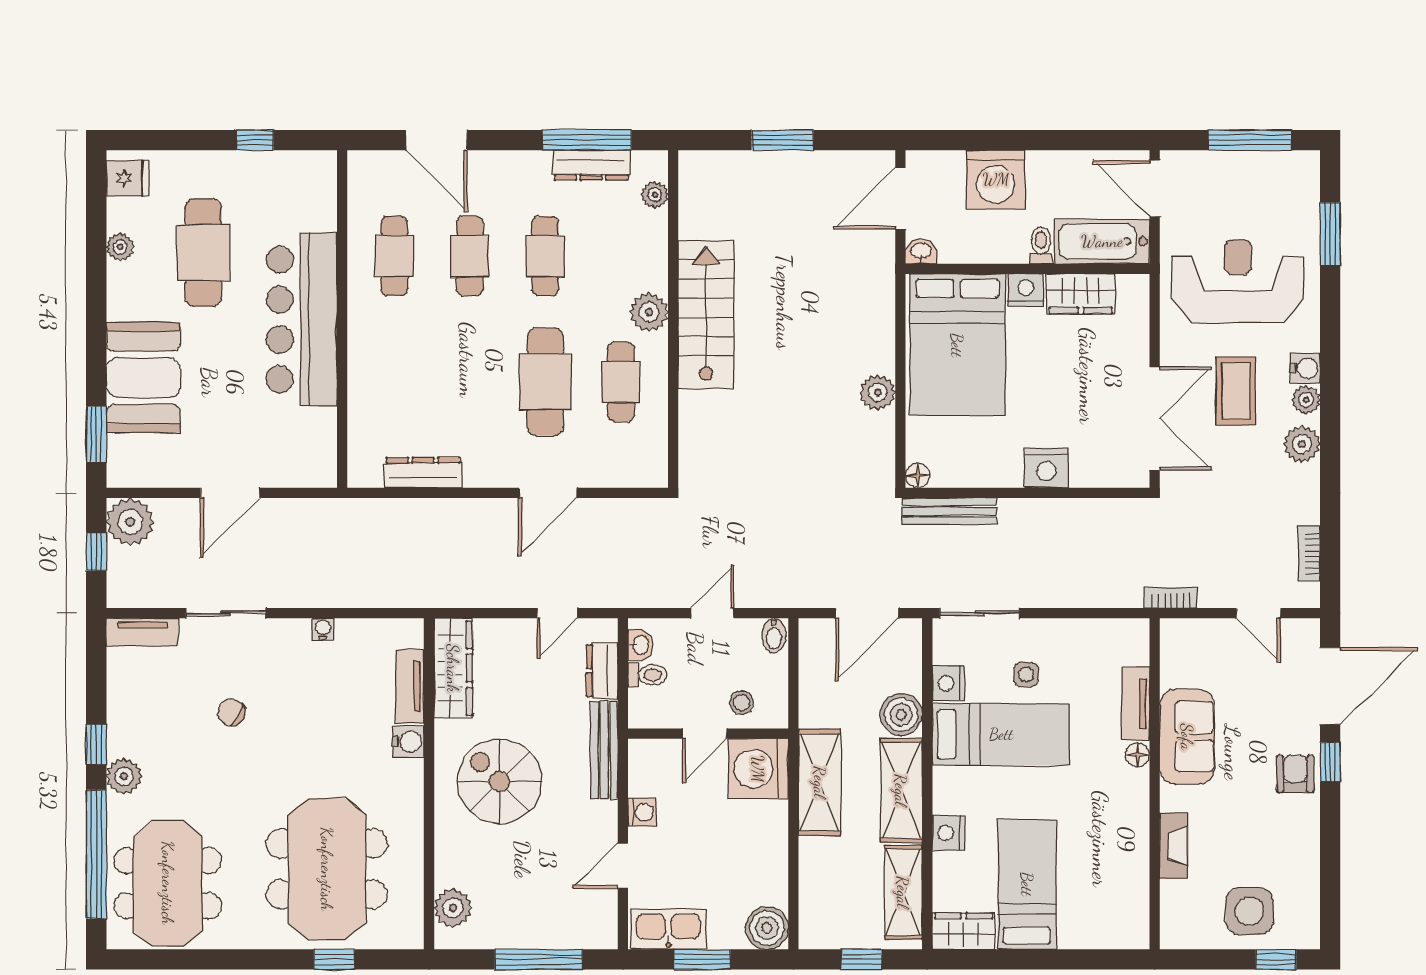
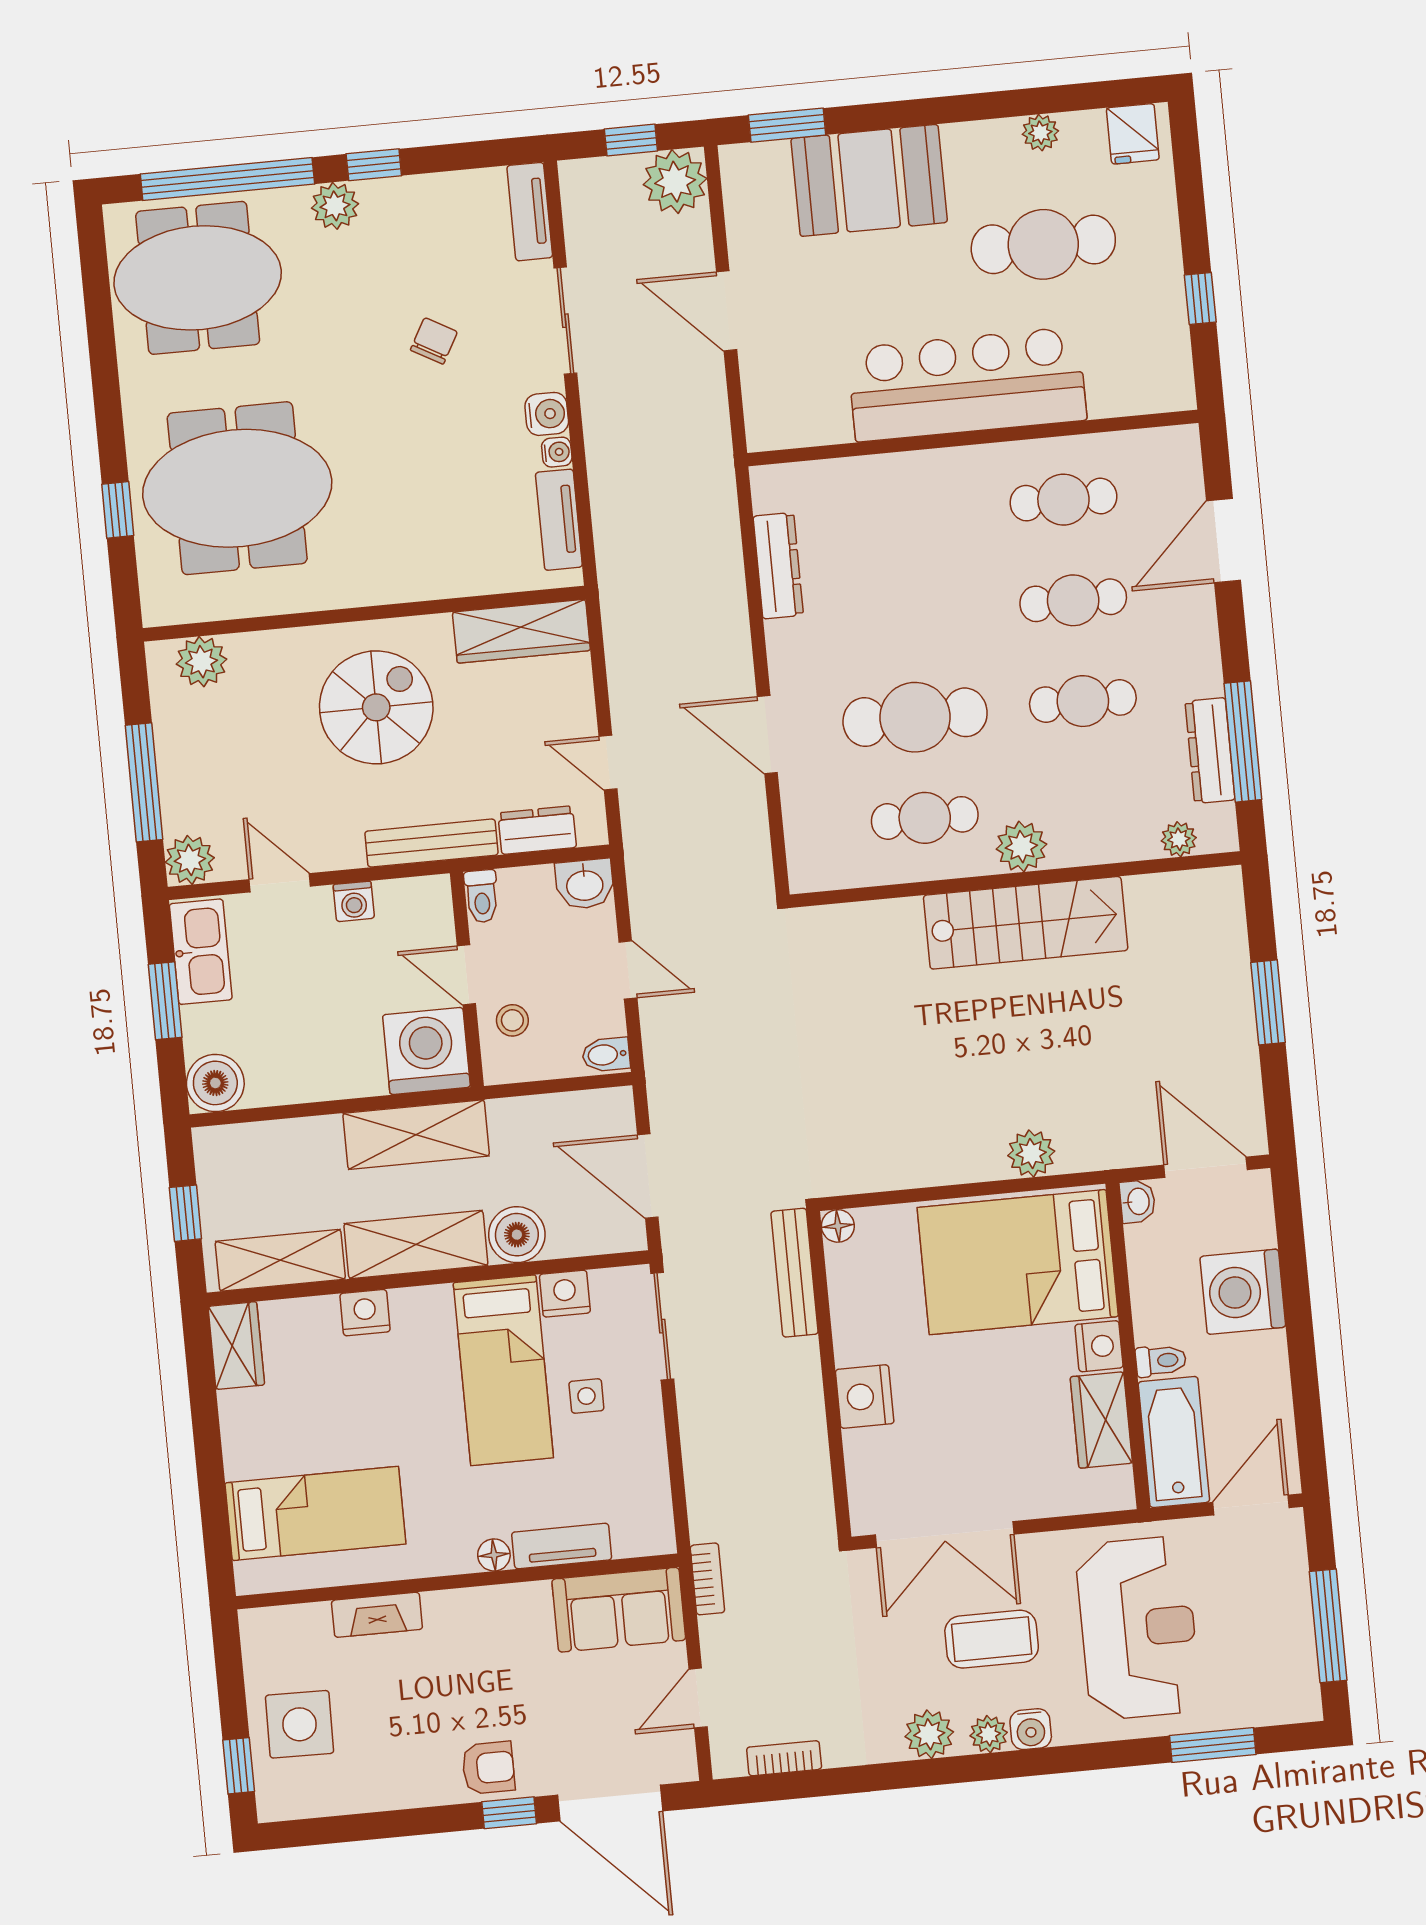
plant: (878, 392) -> (1031, 1153), moved
washbasin: (640, 645) -> (585, 884), width x1.38, depth x1.45
toilet: (647, 675) -> (482, 896), moved
tv unit: (410, 687) -> (559, 520), moved, turned -90
sofa: (1187, 737) -> (619, 1610), moved
water cooler: (408, 742) -> (547, 414), moved, turned -90
bed: (1027, 884) -> (315, 1513), moved
plant: (599, 931) -> (190, 860), added

